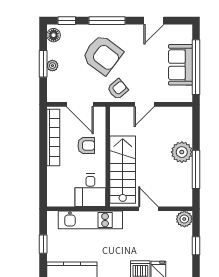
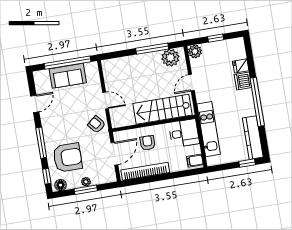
door: (154, 21) -> (35, 104), hinge flipped
armchair: (102, 55) -> (68, 158), moved, turned 53
plant: (182, 152) -> (170, 58), moved
filing cabinet: (56, 198) -> (195, 161), added
window: (43, 244) -> (247, 163), moved

